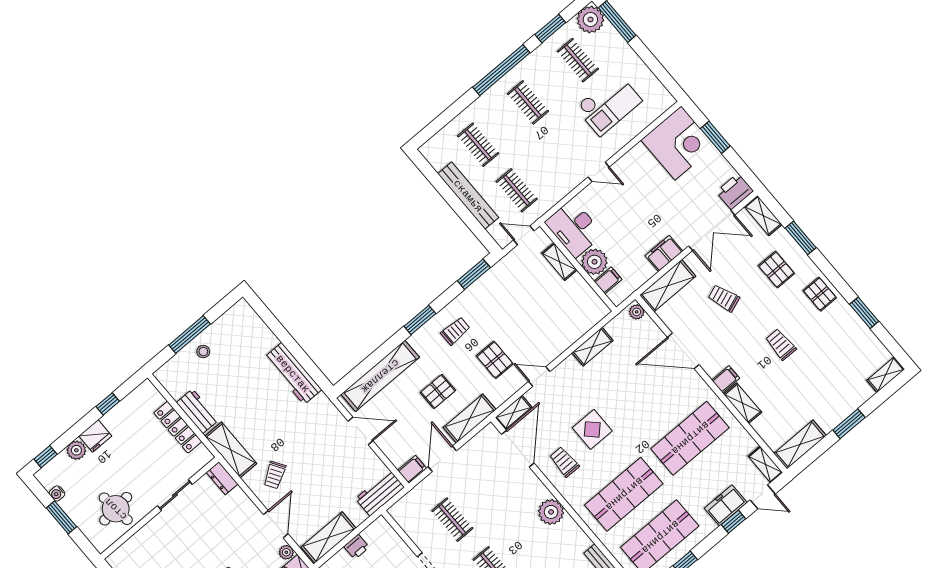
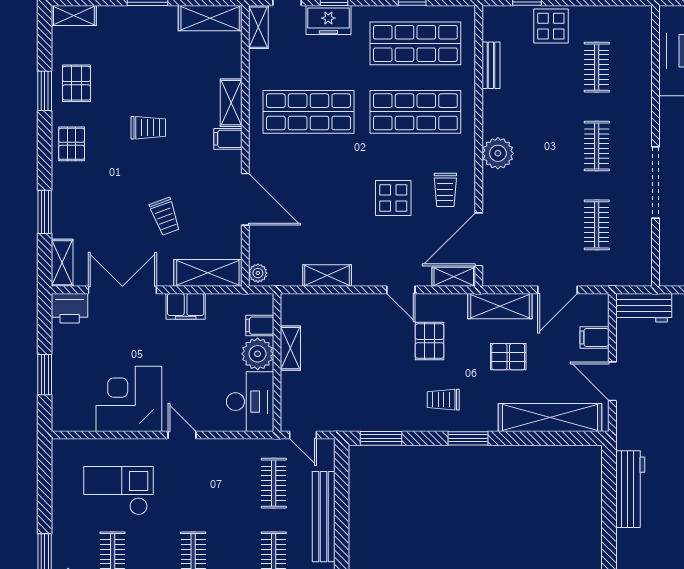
corner desk: (678, 143) -> (129, 399), moved
shelving: (559, 262) -> (290, 348), moved
pallet: (776, 270) -> (77, 83), moved
trolley: (781, 344) -> (148, 128), turned -90
filing cabinet: (412, 469) -> (594, 337), moved

